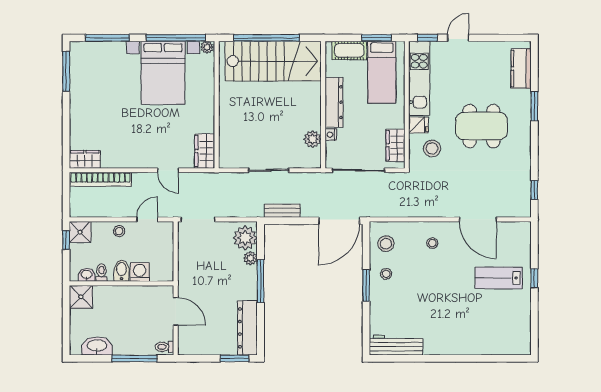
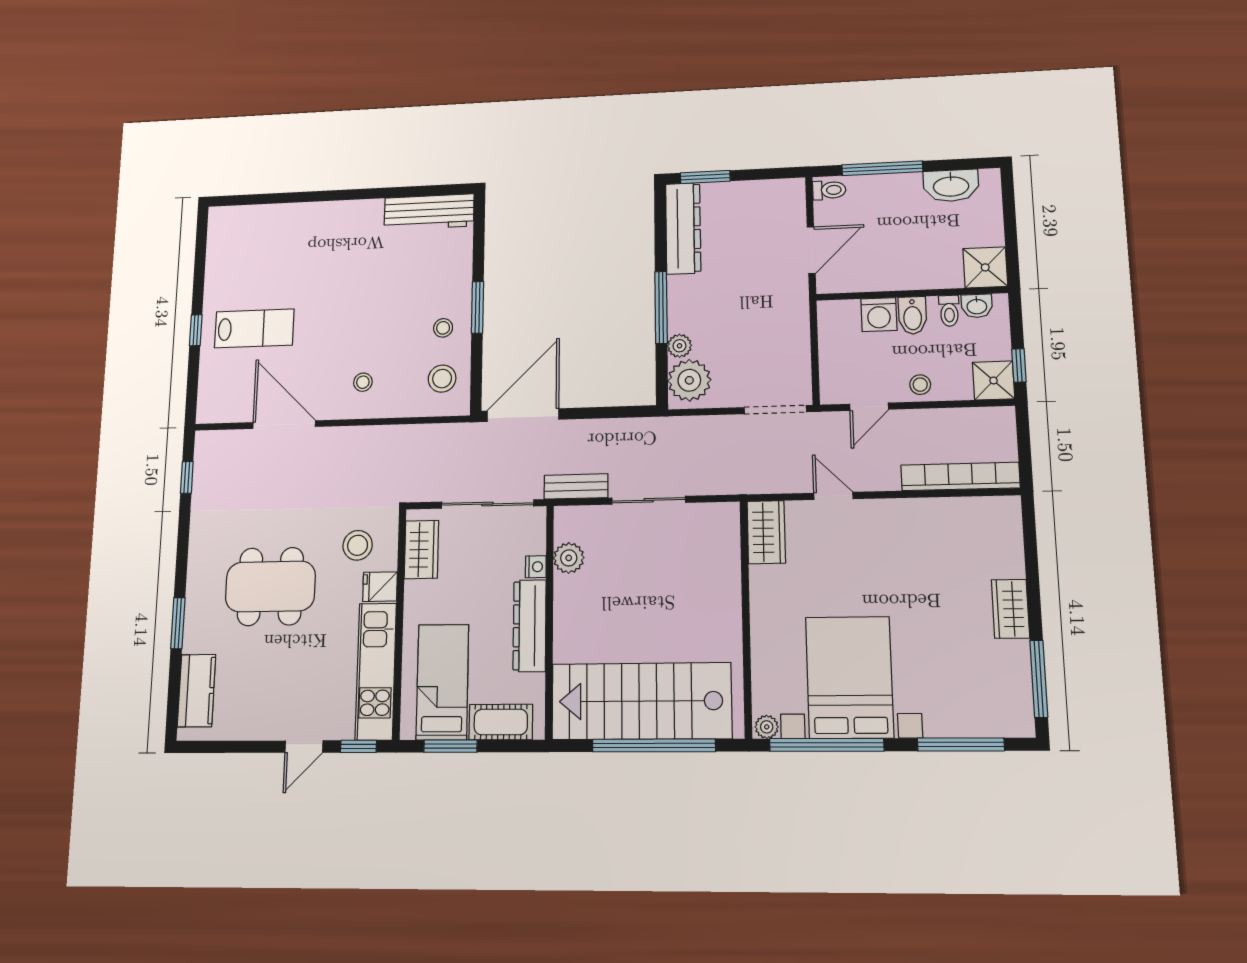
wardrobe: (85, 159) -> (1010, 609), moved, turned 90
bench: (282, 211) -> (576, 486), moved
door: (176, 311) -> (811, 250), swing flipped

